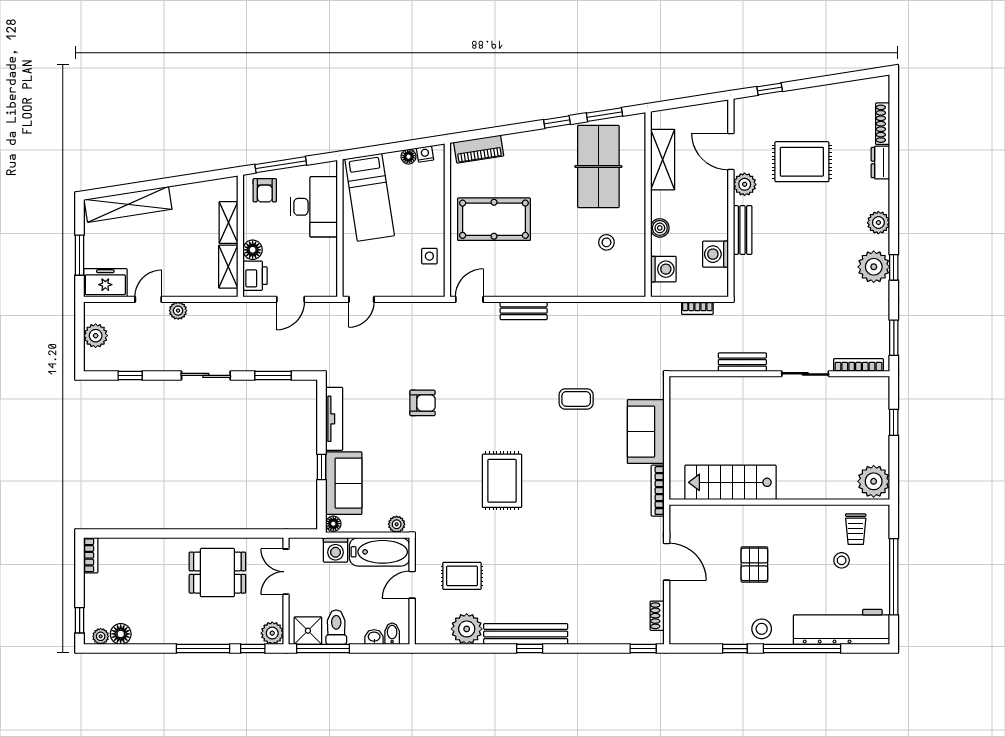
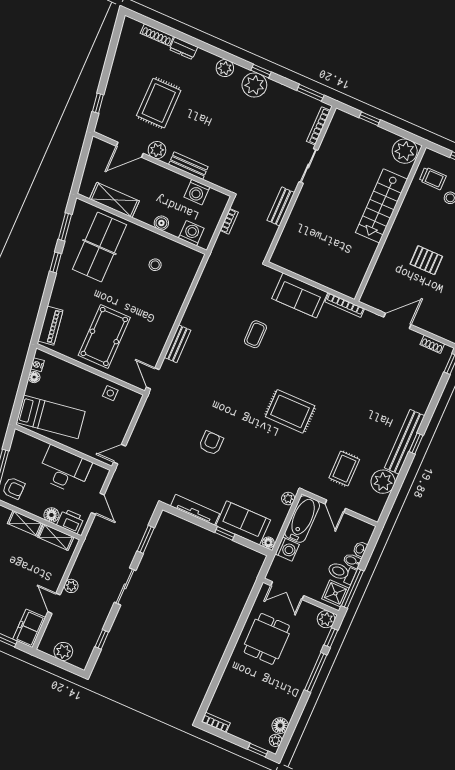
table tennis table: (598, 166) -> (99, 247), turned 90
desk: (314, 207) -> (64, 470), moved
door: (361, 299) -> (120, 454), swing flipped
stairs: (731, 482) -> (381, 206), moved
bidet: (392, 634) -> (352, 561), moved

